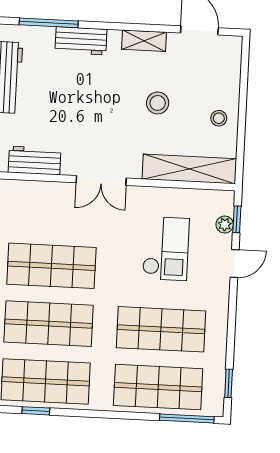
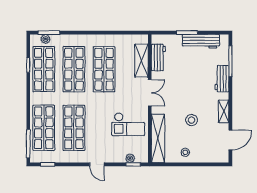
double door: (101, 180) -> (150, 93), swing flipped
shelving: (39, 193) -> (141, 61), added
checkout: (166, 249) -> (128, 124), moved
door: (235, 263) -> (97, 164), moved

